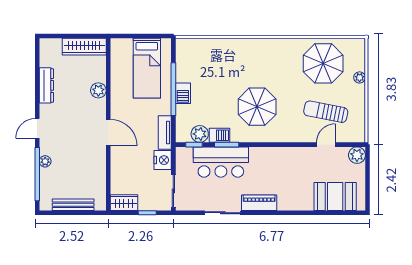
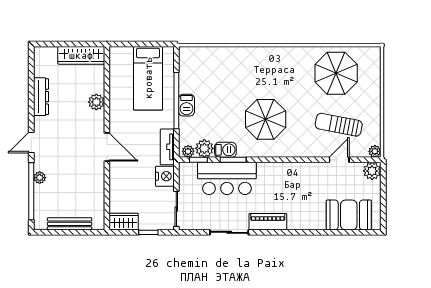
plant: (360, 77) -> (375, 151), moved
plant: (184, 137) -> (188, 151), added

